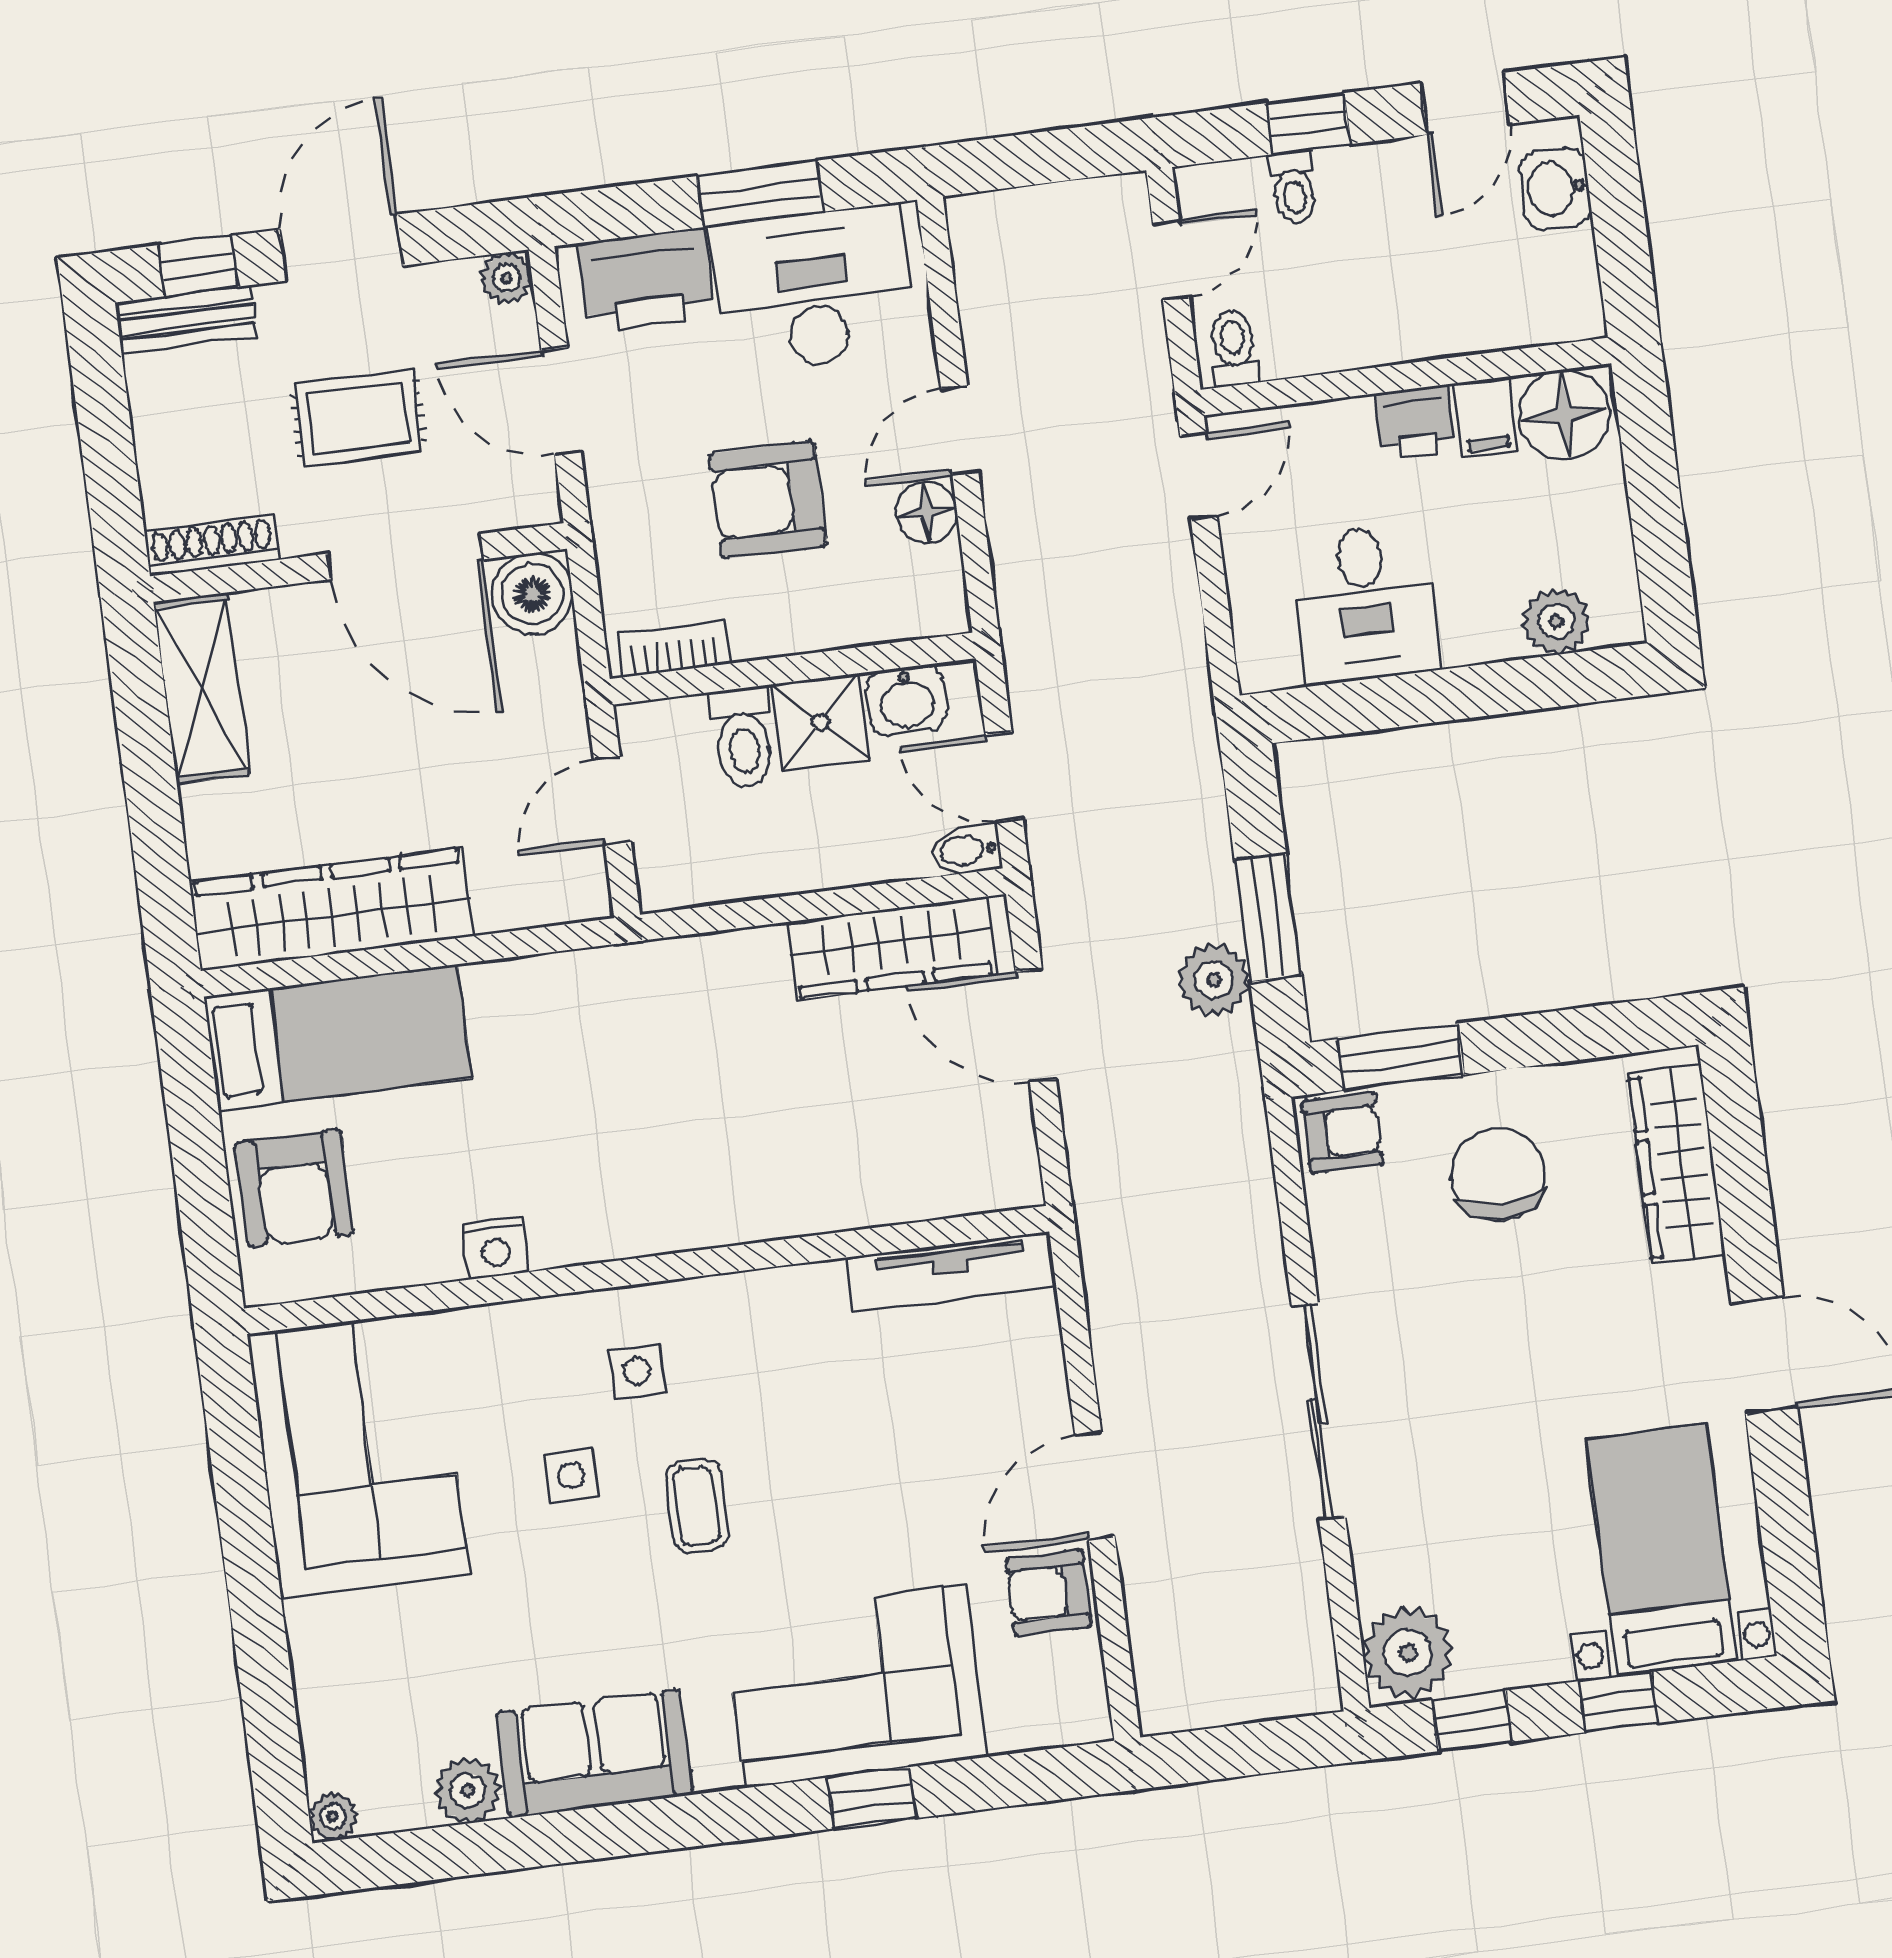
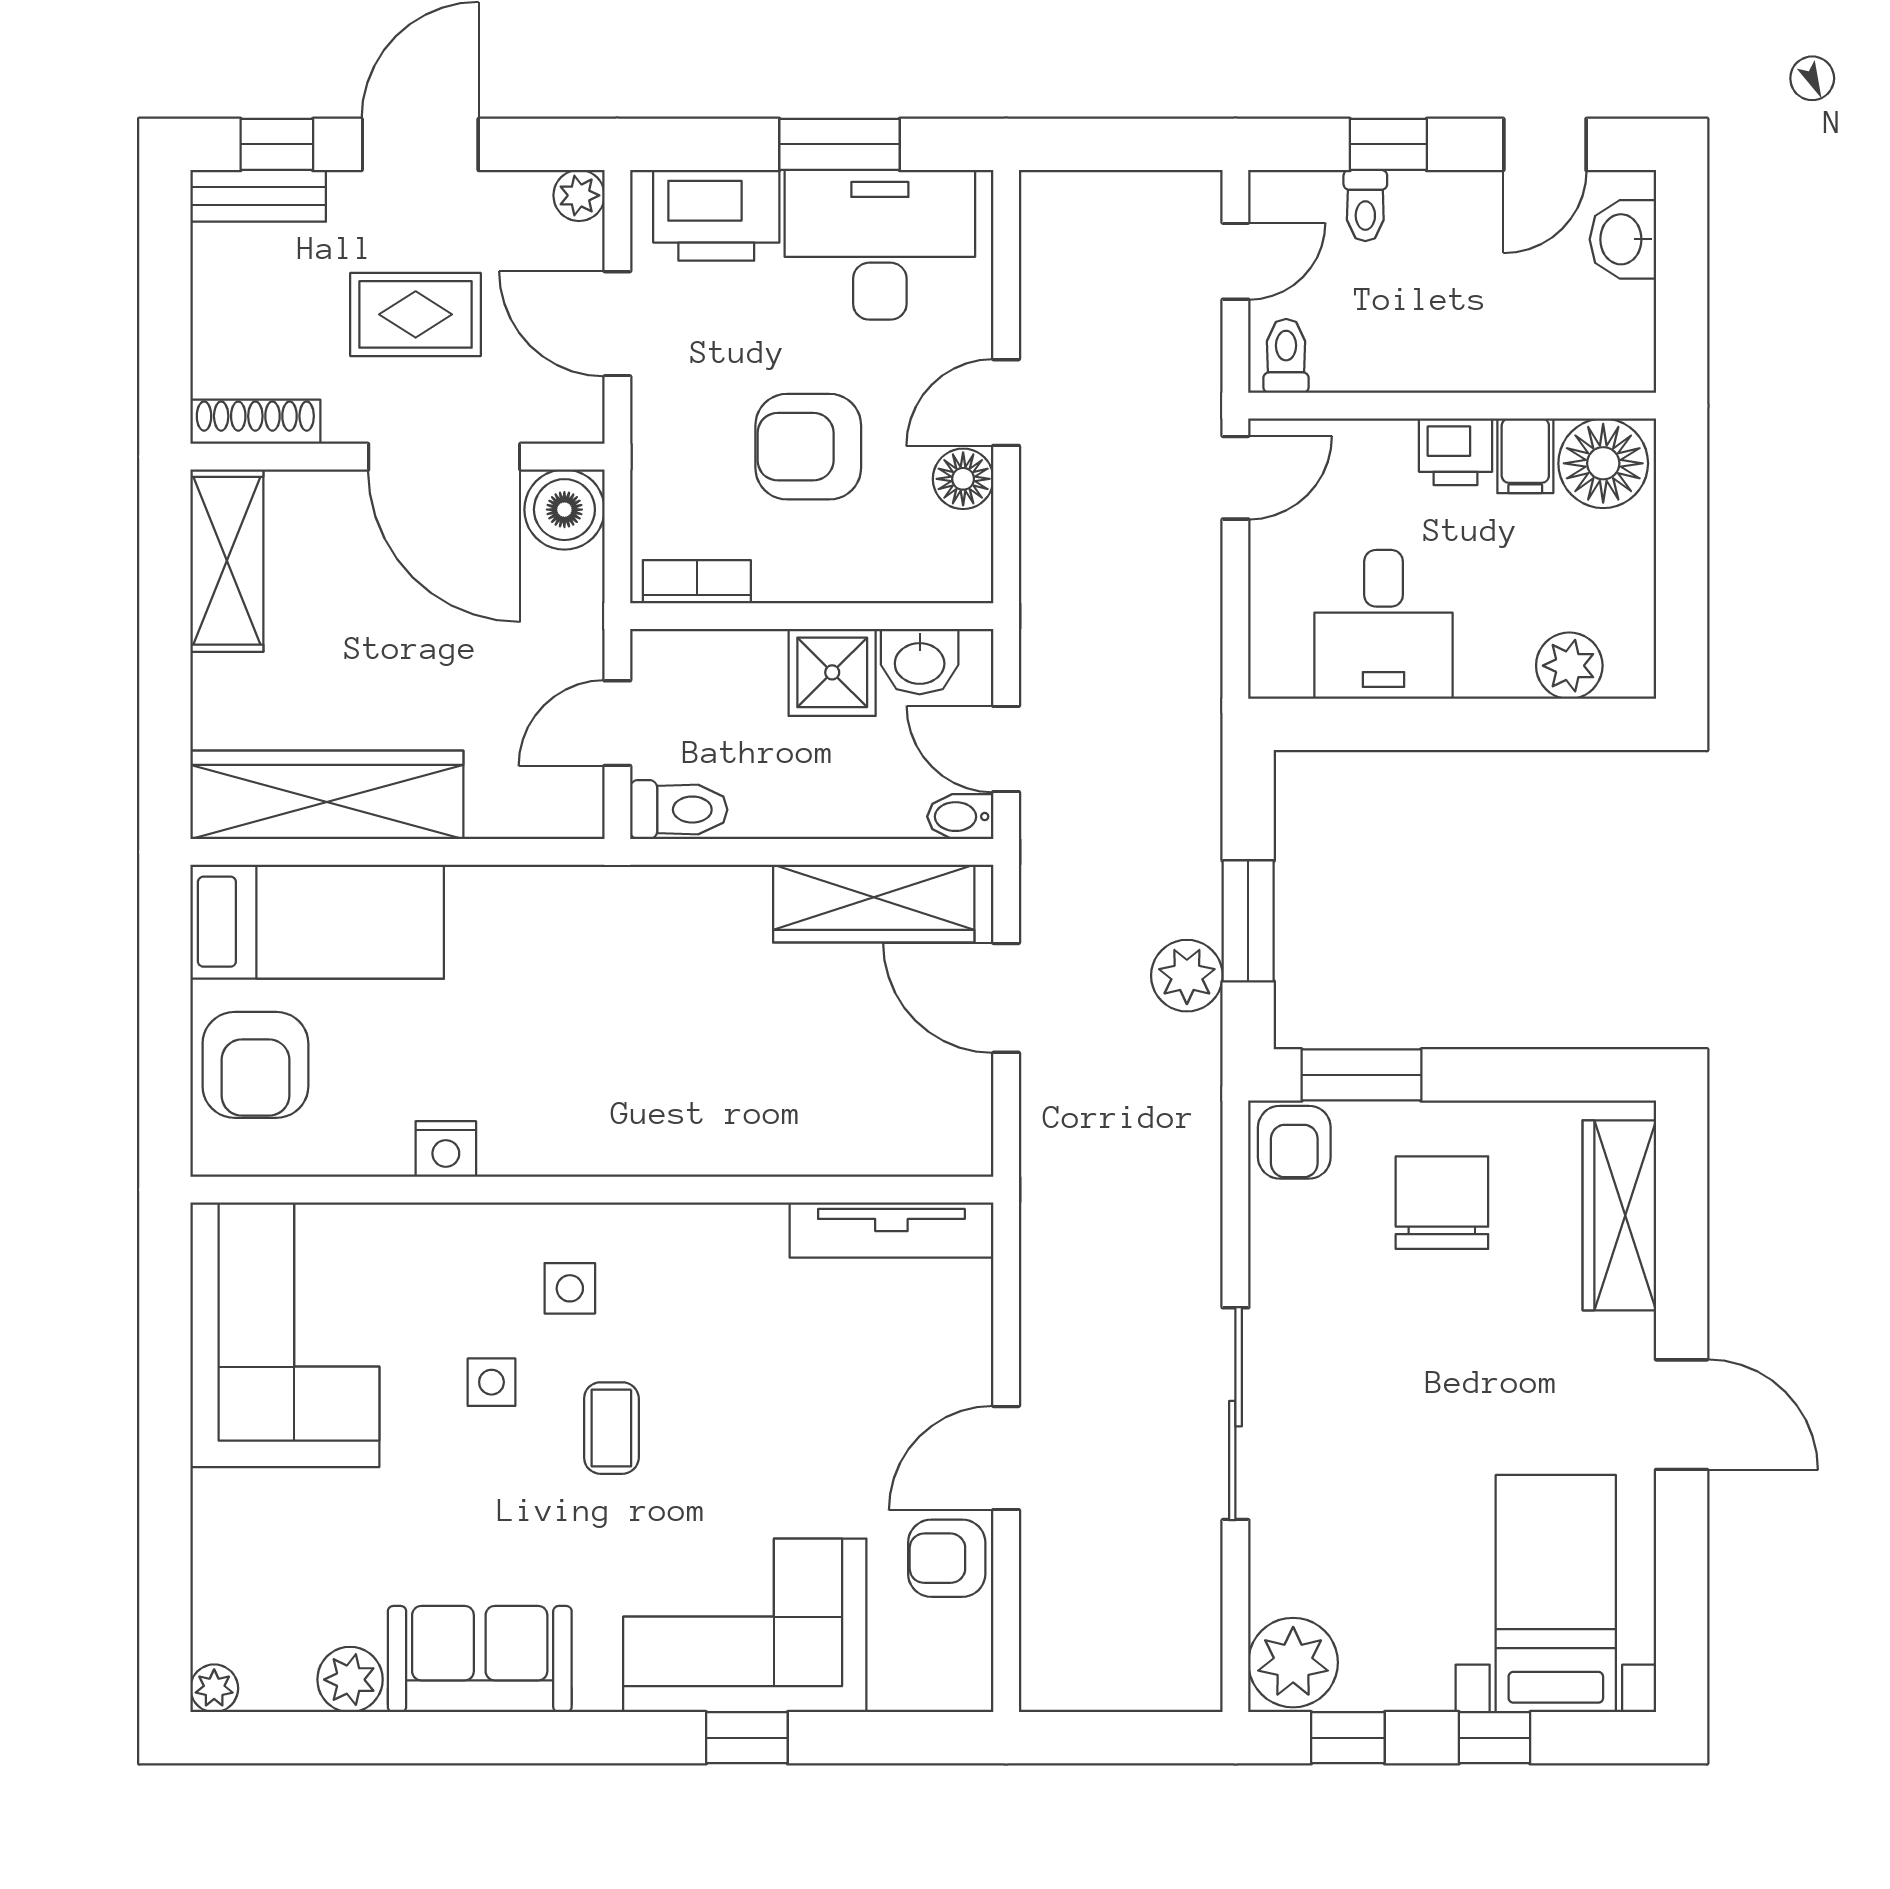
toilet: (743, 737) -> (679, 810), moved, turned -90
armchair: (1342, 1133) -> (1294, 1142), turned 90

